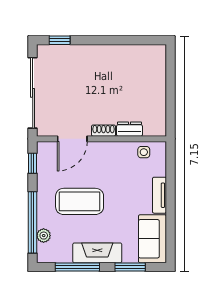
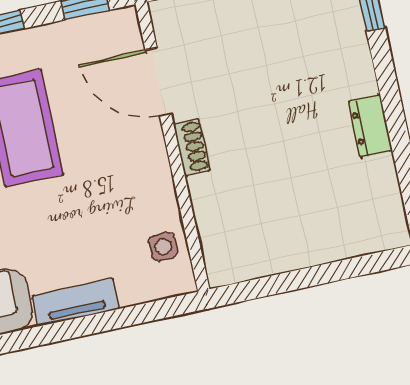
dresser: (129, 129) -> (370, 126), moved, turned 180

